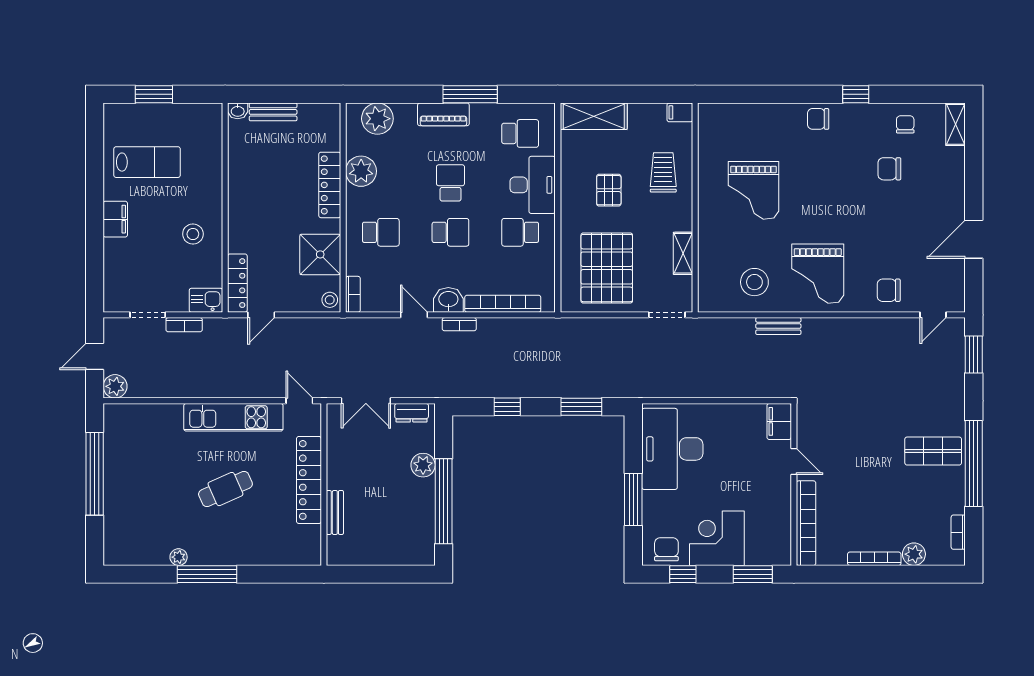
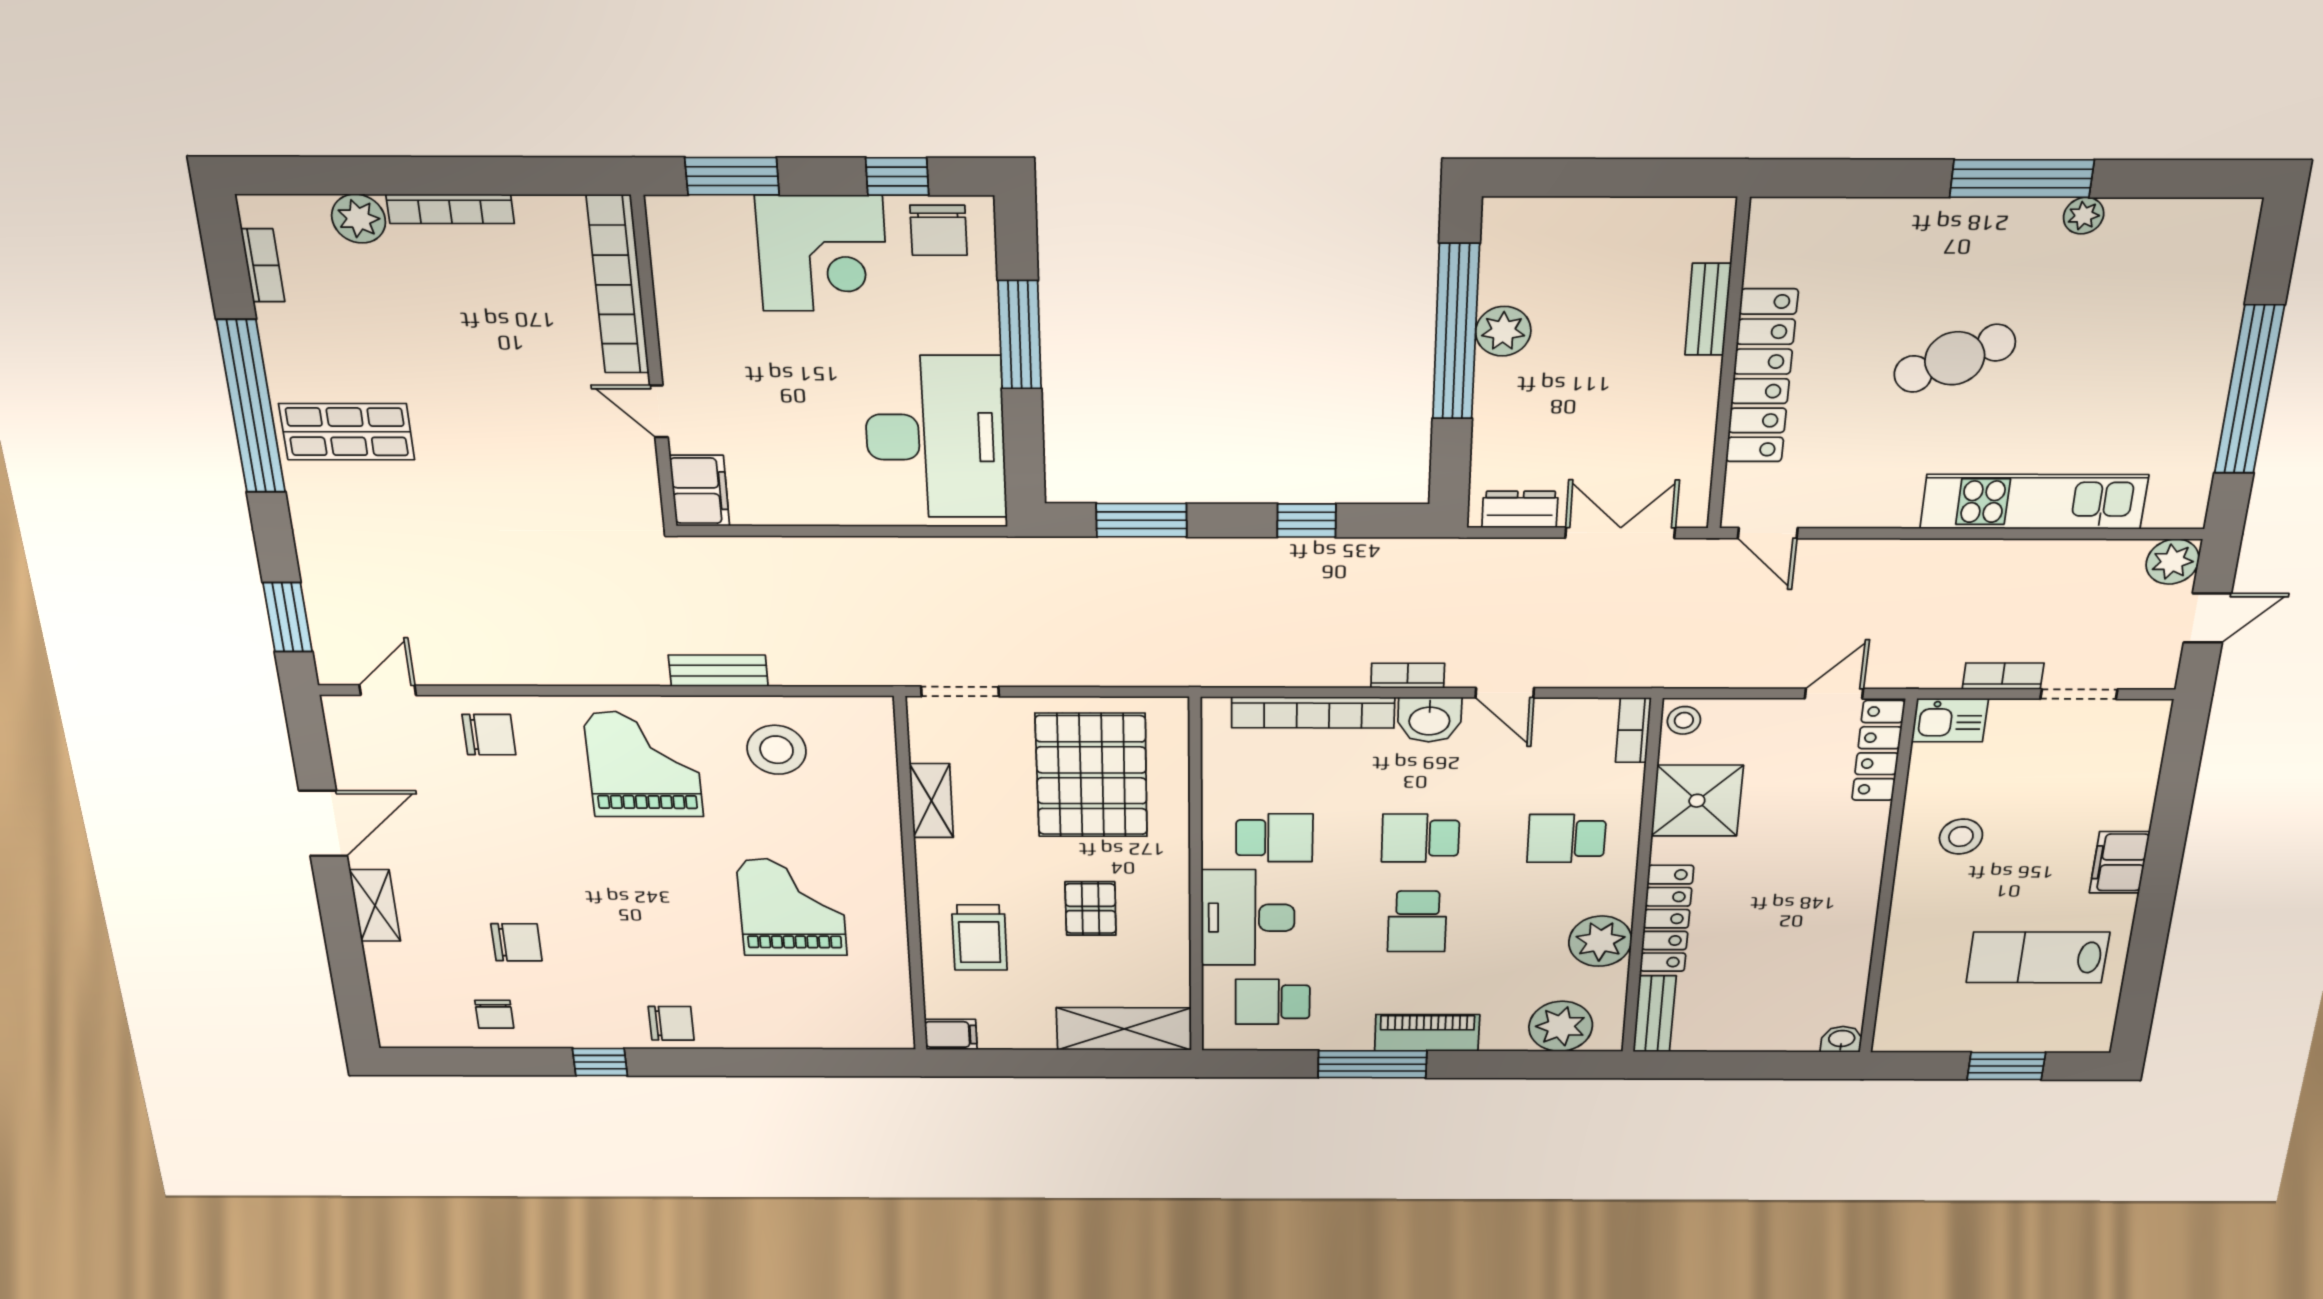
bench: (273, 112) -> (1655, 1014), moved, turned 90
shelving: (955, 124) -> (375, 905), moved
kitchen unit: (233, 417) -> (2034, 502), moved
plant: (423, 465) -> (1503, 331), moved

